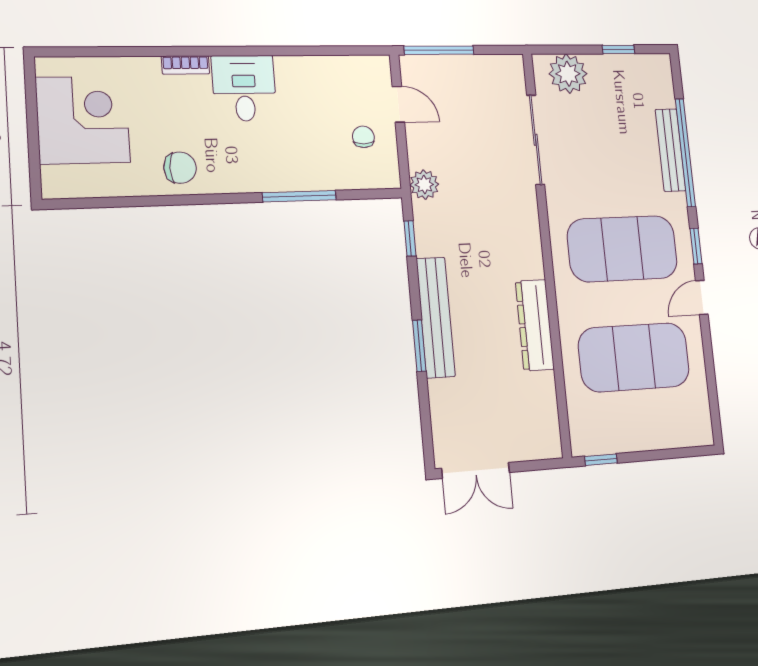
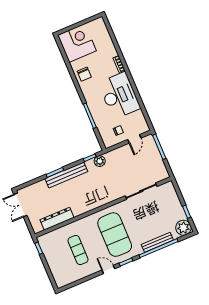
plant: (568, 74) -> (183, 228), moved
desk: (244, 88) -> (119, 96), width x1.87, depth x1.30
corner desk: (83, 120) -> (77, 43), moved, turned -90
plant: (424, 185) -> (100, 161), moved
dresser: (535, 325) -> (57, 219), moved
exercise mat: (634, 357) -> (78, 250), width x0.50, depth x0.69

